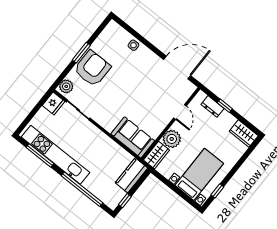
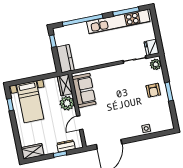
armchair: (92, 68) -> (153, 90), width x0.53, depth x0.53
door: (180, 112) -> (80, 123), hinge flipped
sofa: (133, 137) -> (84, 90), moved, turned -90

